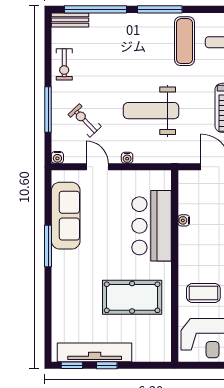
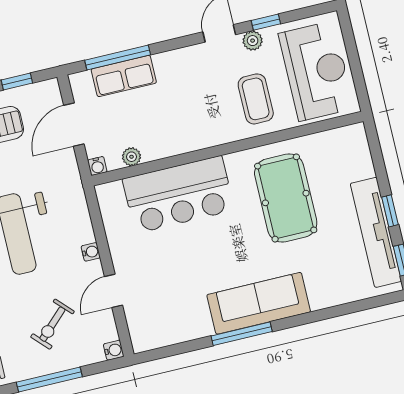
plant: (185, 200) -> (131, 157), added
sofa: (66, 216) -> (259, 303), moved
water cooler: (184, 220) -> (97, 166), moved

